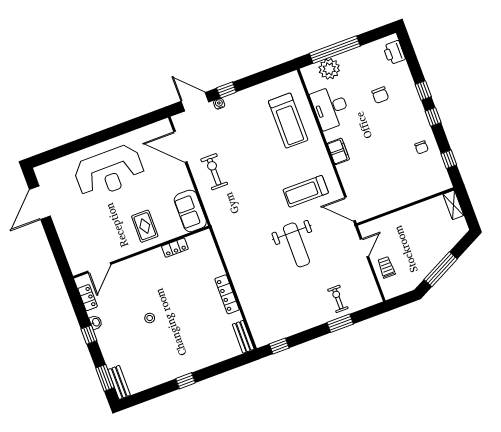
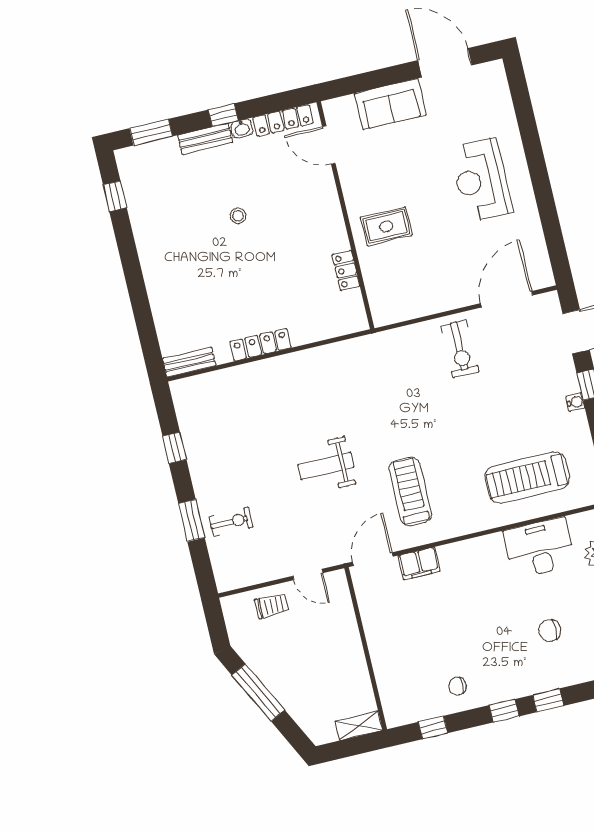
water cooler: (219, 104) -> (575, 402), moved
filing cabinet: (338, 151) -> (419, 563), moved
reception desk: (109, 172) -> (481, 180), width x0.74, depth x0.77
exercise bike: (214, 172) -> (460, 349), turned 90
sofa: (190, 211) -> (390, 104), moved, turned 180
weight bench: (296, 245) -> (326, 466), width x0.73, depth x0.75
locker: (88, 298) -> (283, 120), width x1.53
window: (279, 346) -> (174, 448), moved
window: (186, 381) -> (115, 196), moved
bench: (119, 382) -> (205, 139), moved

